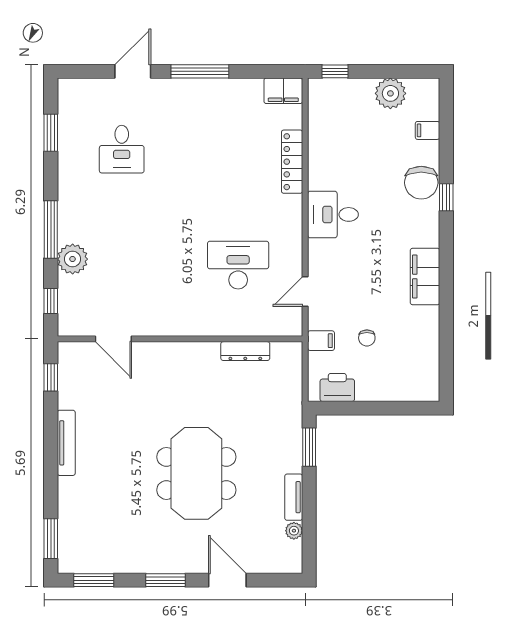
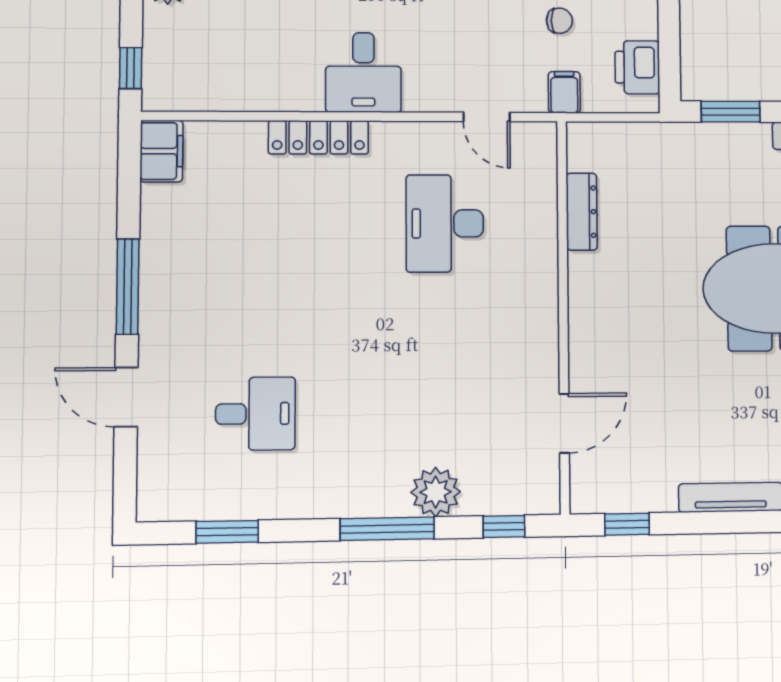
locker: (292, 162) -> (318, 137), moved

